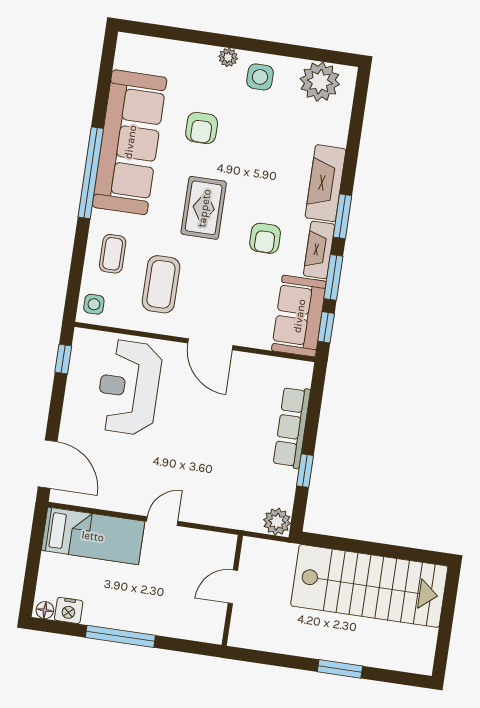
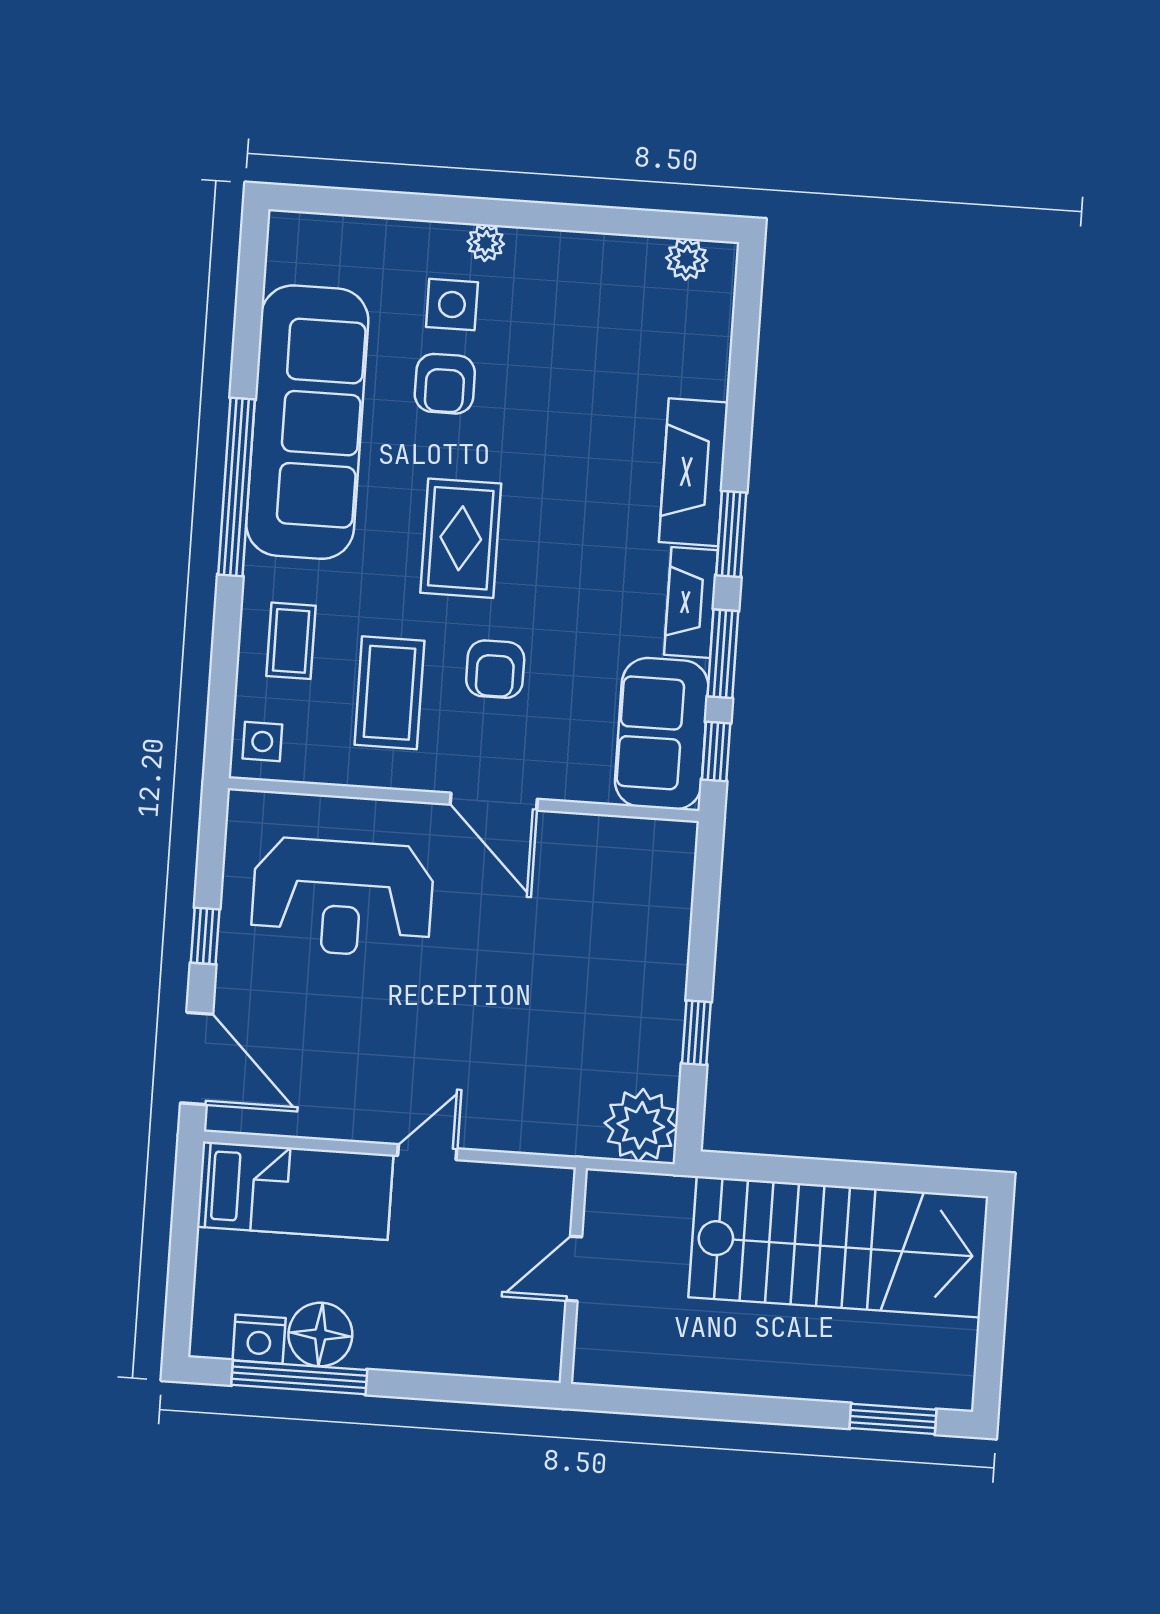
side table: (260, 77) -> (452, 305), moved
plant: (320, 82) -> (687, 259), width x0.53, depth x0.53
armchair: (265, 238) -> (495, 669), moved
window: (63, 359) -> (205, 936), moved
reception desk: (129, 387) -> (342, 898), turned -90
row of seats: (292, 427) -> (664, 951), removed
plant: (277, 522) -> (641, 1125), width x1.36, depth x1.36
floor lamp: (45, 610) -> (320, 1335), moved, width x1.89, depth x1.89
window: (120, 636) -> (299, 1377), moved
window: (340, 669) -> (893, 1419), moved

